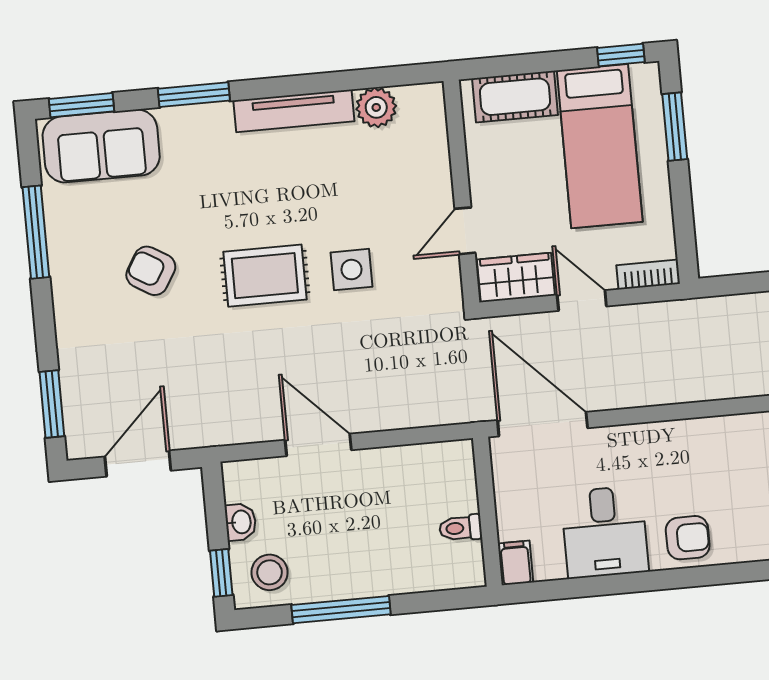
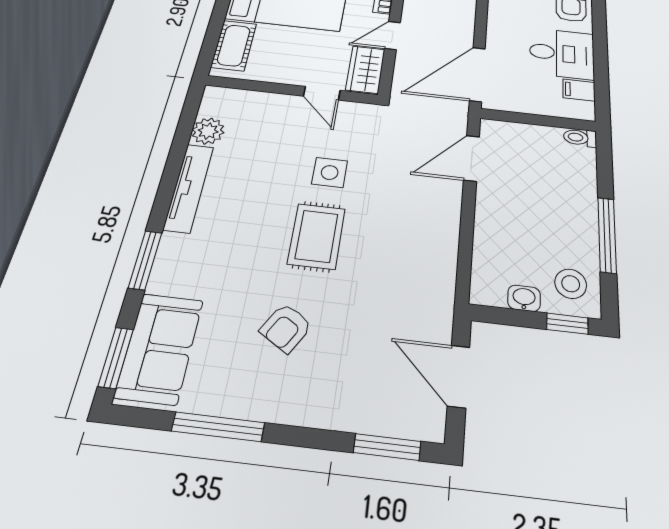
door: (318, 445) -> (472, 158), moved
toilet: (461, 528) -> (580, 138), moved, turned 90
filing cabinet: (515, 563) -> (579, 90), moved

